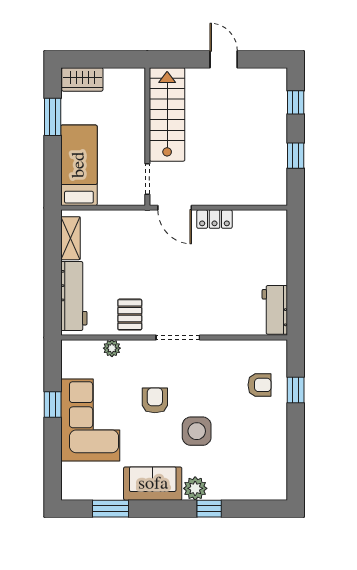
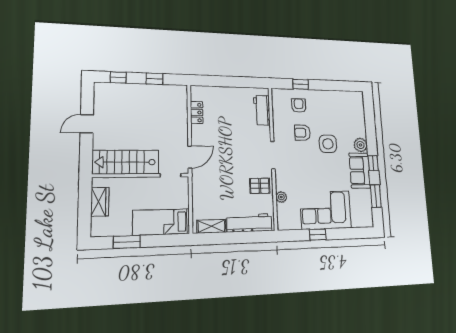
wardrobe: (82, 79) -> (100, 202), moved
locker: (214, 219) -> (197, 112), moved
workbench: (275, 310) -> (262, 110), moved, turned 90
armchair: (155, 400) -> (302, 133), moved
window: (209, 509) -> (373, 163), moved

